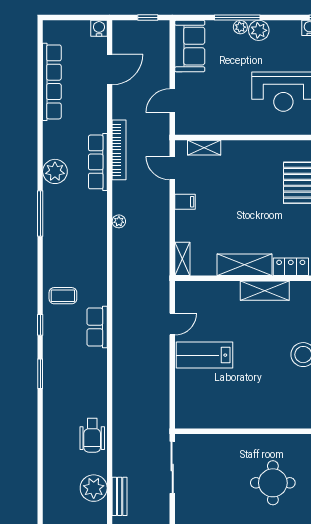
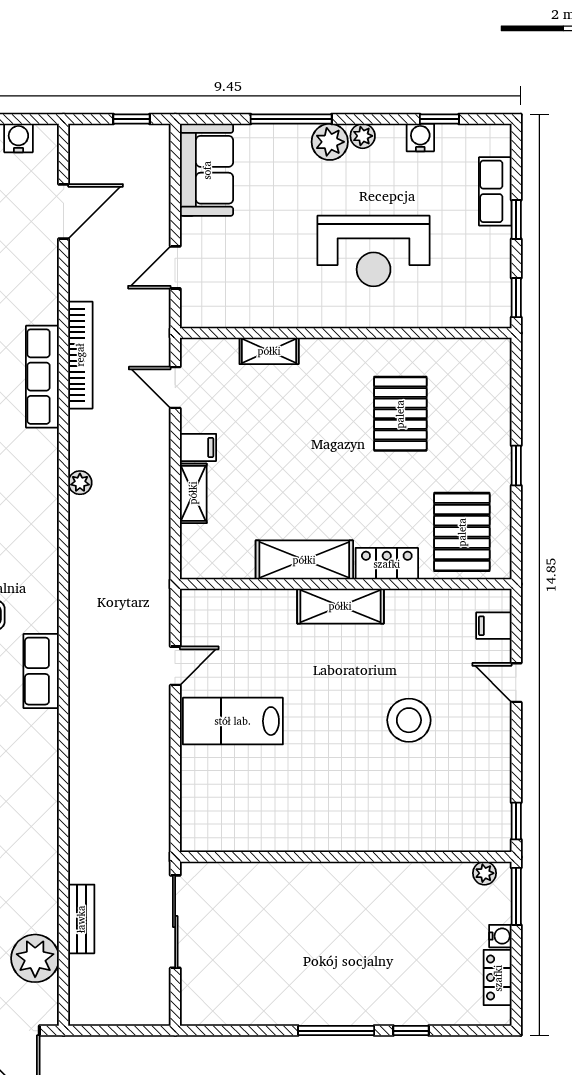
plant: (240, 27) -> (363, 136), moved
water cooler: (99, 28) -> (18, 138), moved
shelving: (204, 148) -> (269, 351), moved
shelving: (182, 259) -> (193, 493), moved
wheelchair: (92, 435) -> (33, 864), removed
round table: (273, 483) -> (355, 949), removed
bench: (120, 496) -> (81, 919), moved

